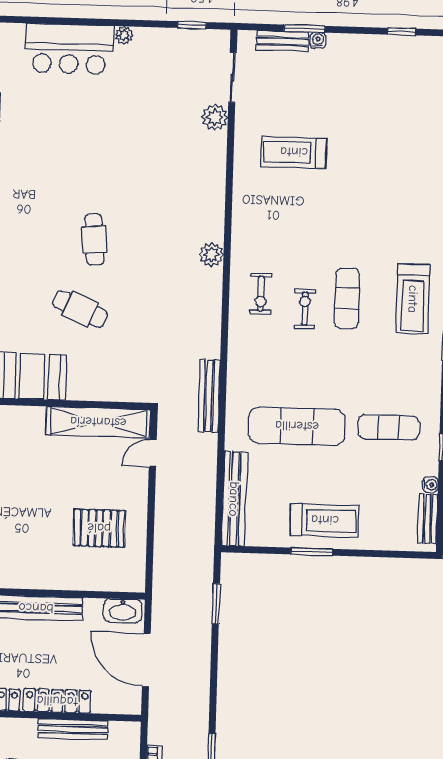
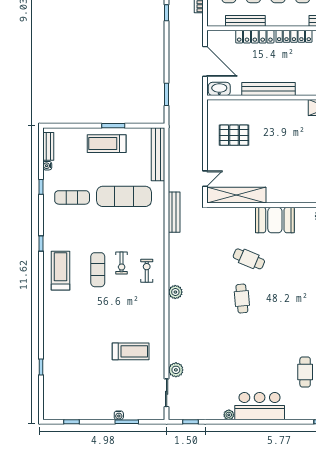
bench: (283, 41) -> (139, 414), removed

